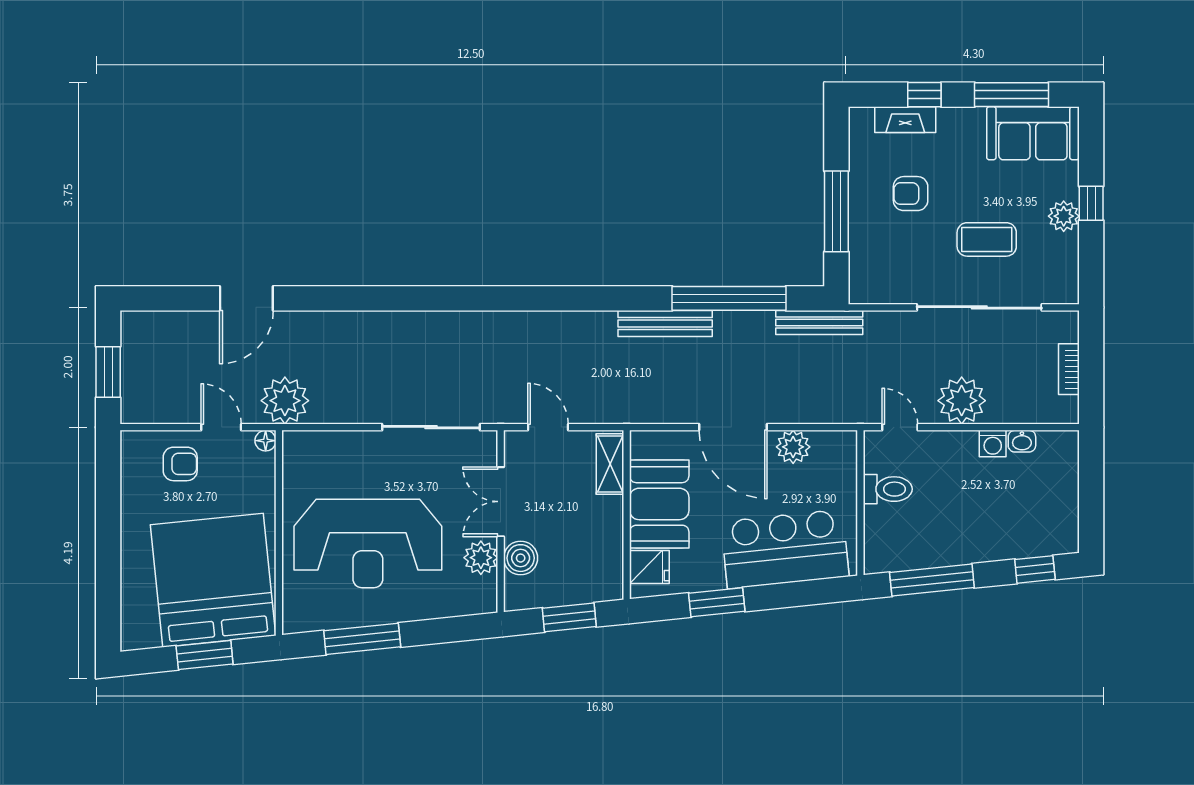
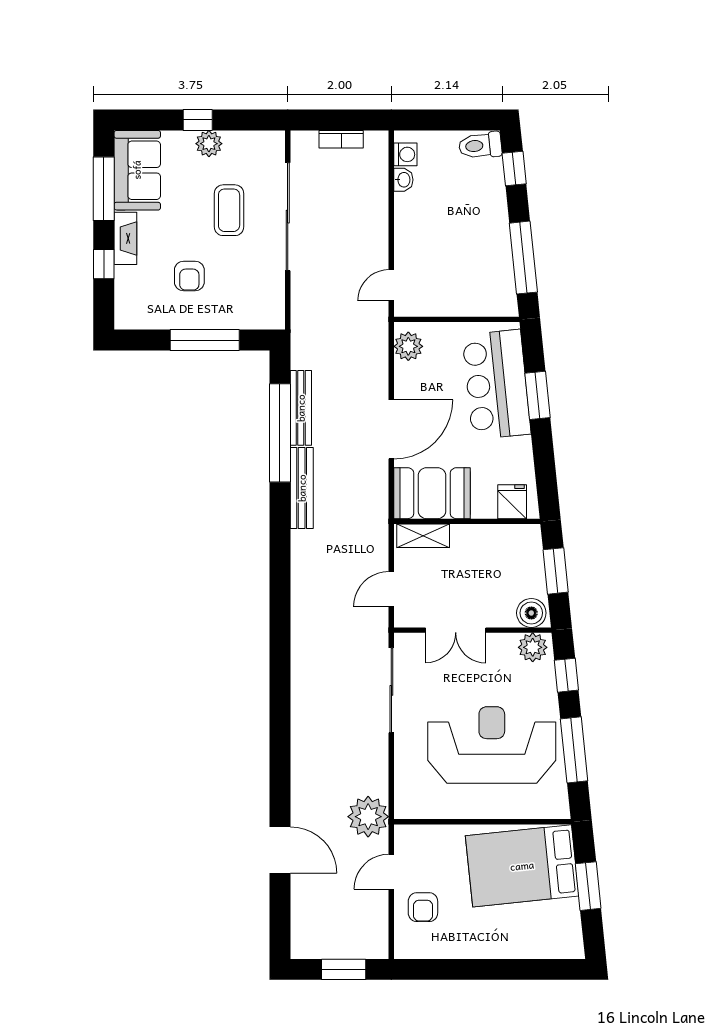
fireplace: (905, 120) -> (125, 238), moved
bench: (819, 323) -> (301, 408), moved
plant: (962, 401) -> (368, 232), removed
floor lamp: (266, 441) -> (403, 833), removed
washing machine: (993, 444) -> (405, 154), moved
plant: (793, 447) -> (408, 346), moved
armchair: (180, 464) -> (423, 907), turned 180
toilet: (888, 489) -> (480, 145), moved, turned -96
booth: (659, 504) -> (432, 493), moved
reception desk: (368, 544) -> (492, 745), turned -90
plant: (481, 558) -> (533, 647), moved
boiler: (521, 558) -> (531, 613), moved
bed: (213, 580) -> (522, 866), width x0.73
window: (717, 602) -> (538, 395), moved
window: (449, 630) -> (566, 675), added

